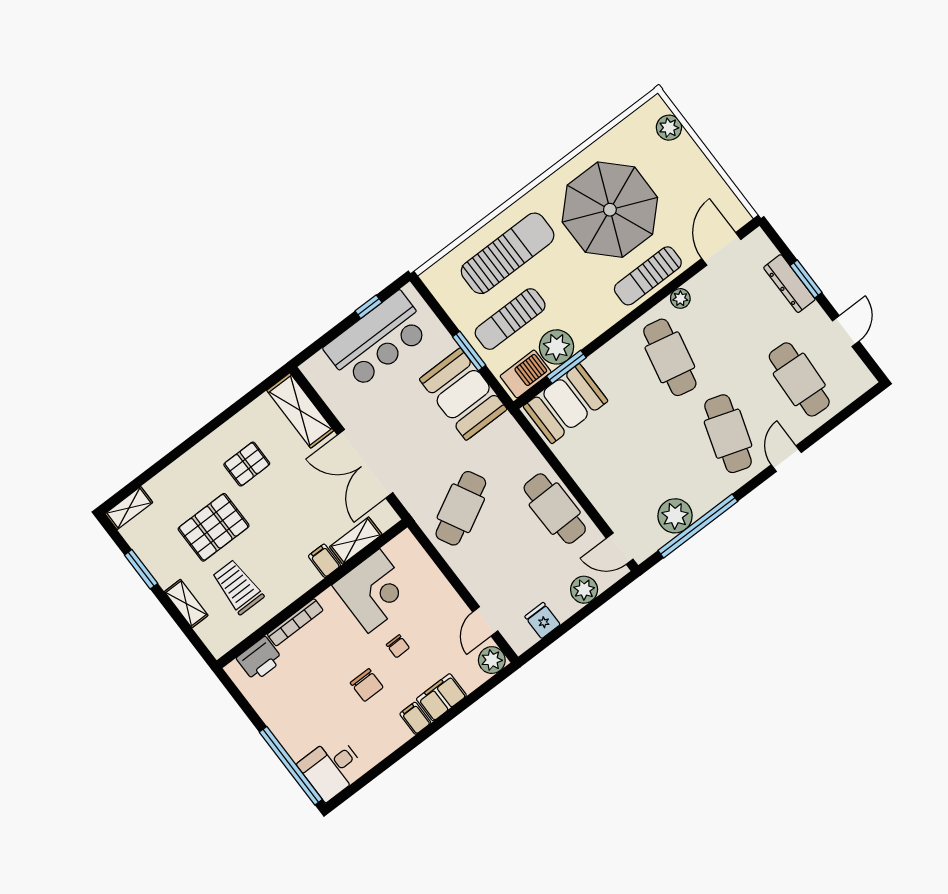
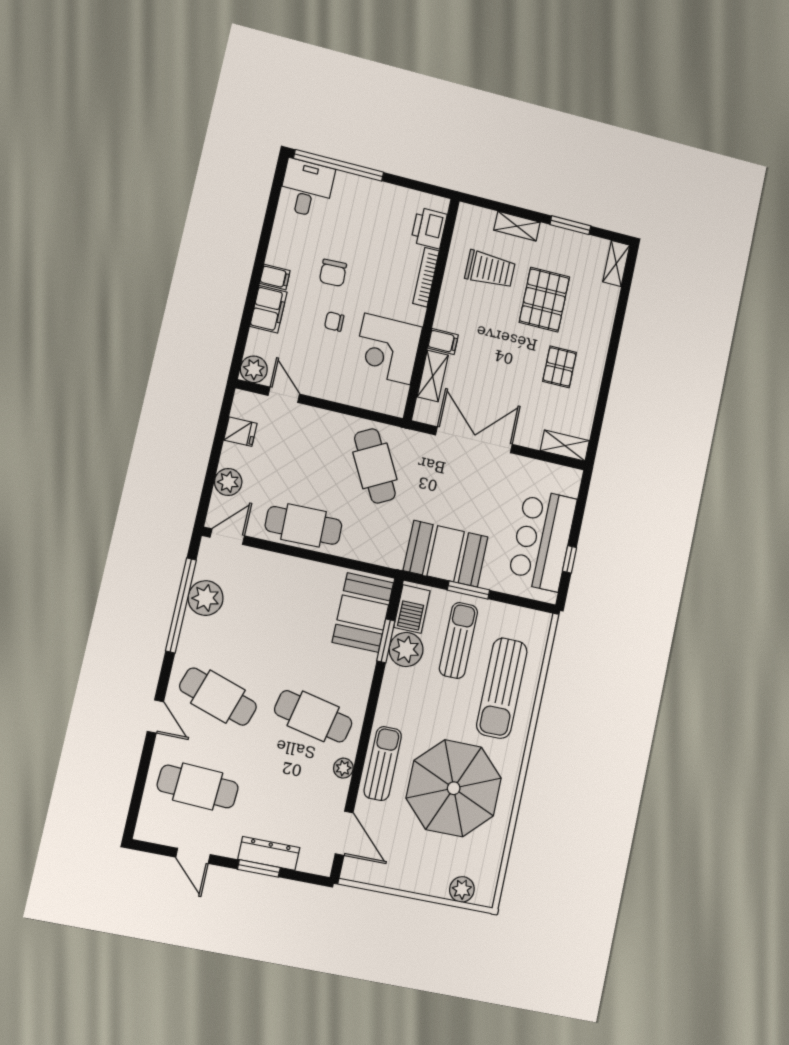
shelving: (300, 411) -> (565, 446), width x0.67, depth x0.75
chair: (367, 685) -> (333, 273), turned -92

